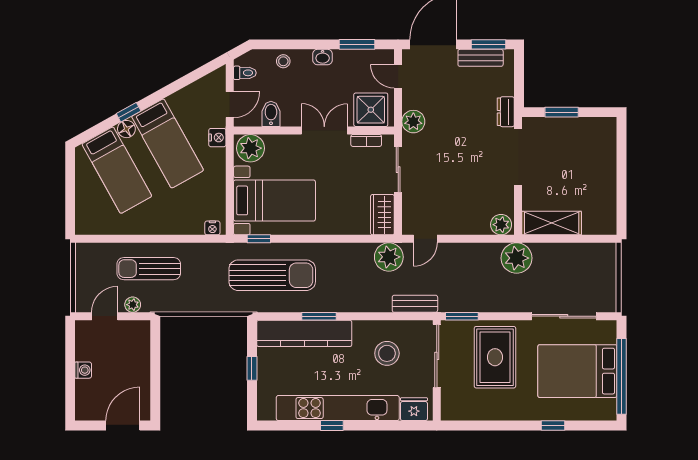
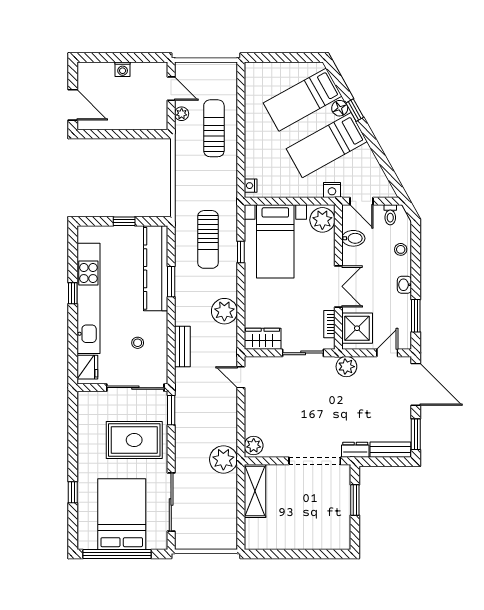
bench: (481, 58) -> (390, 450), moved, turned 90
window: (259, 239) -> (241, 252), moved
plant: (389, 257) -> (224, 311), moved
sun lounger: (272, 275) -> (208, 239), width x0.73, depth x0.75
bench: (415, 304) -> (182, 347), moved
stool: (387, 353) -> (138, 343), width x0.53, depth x0.53

